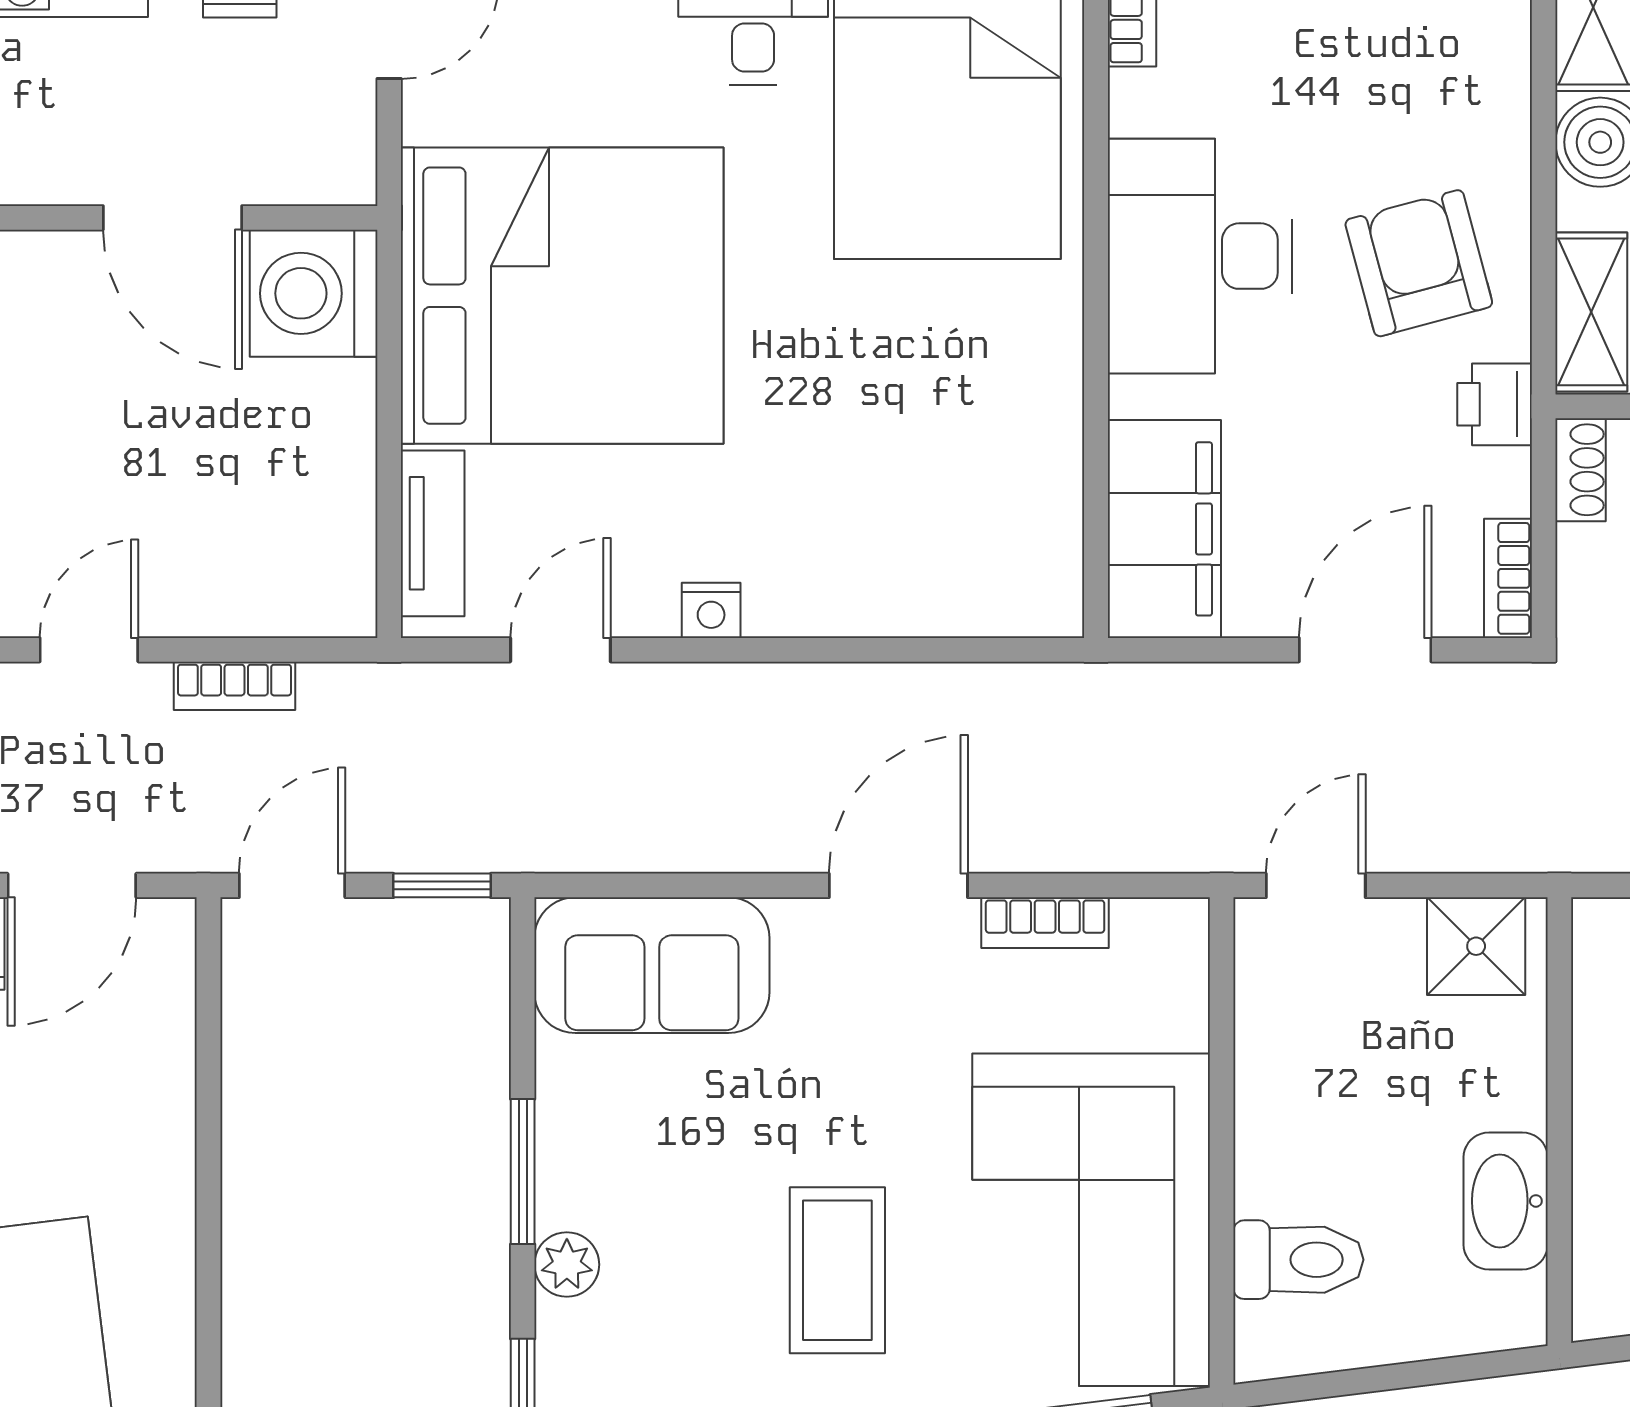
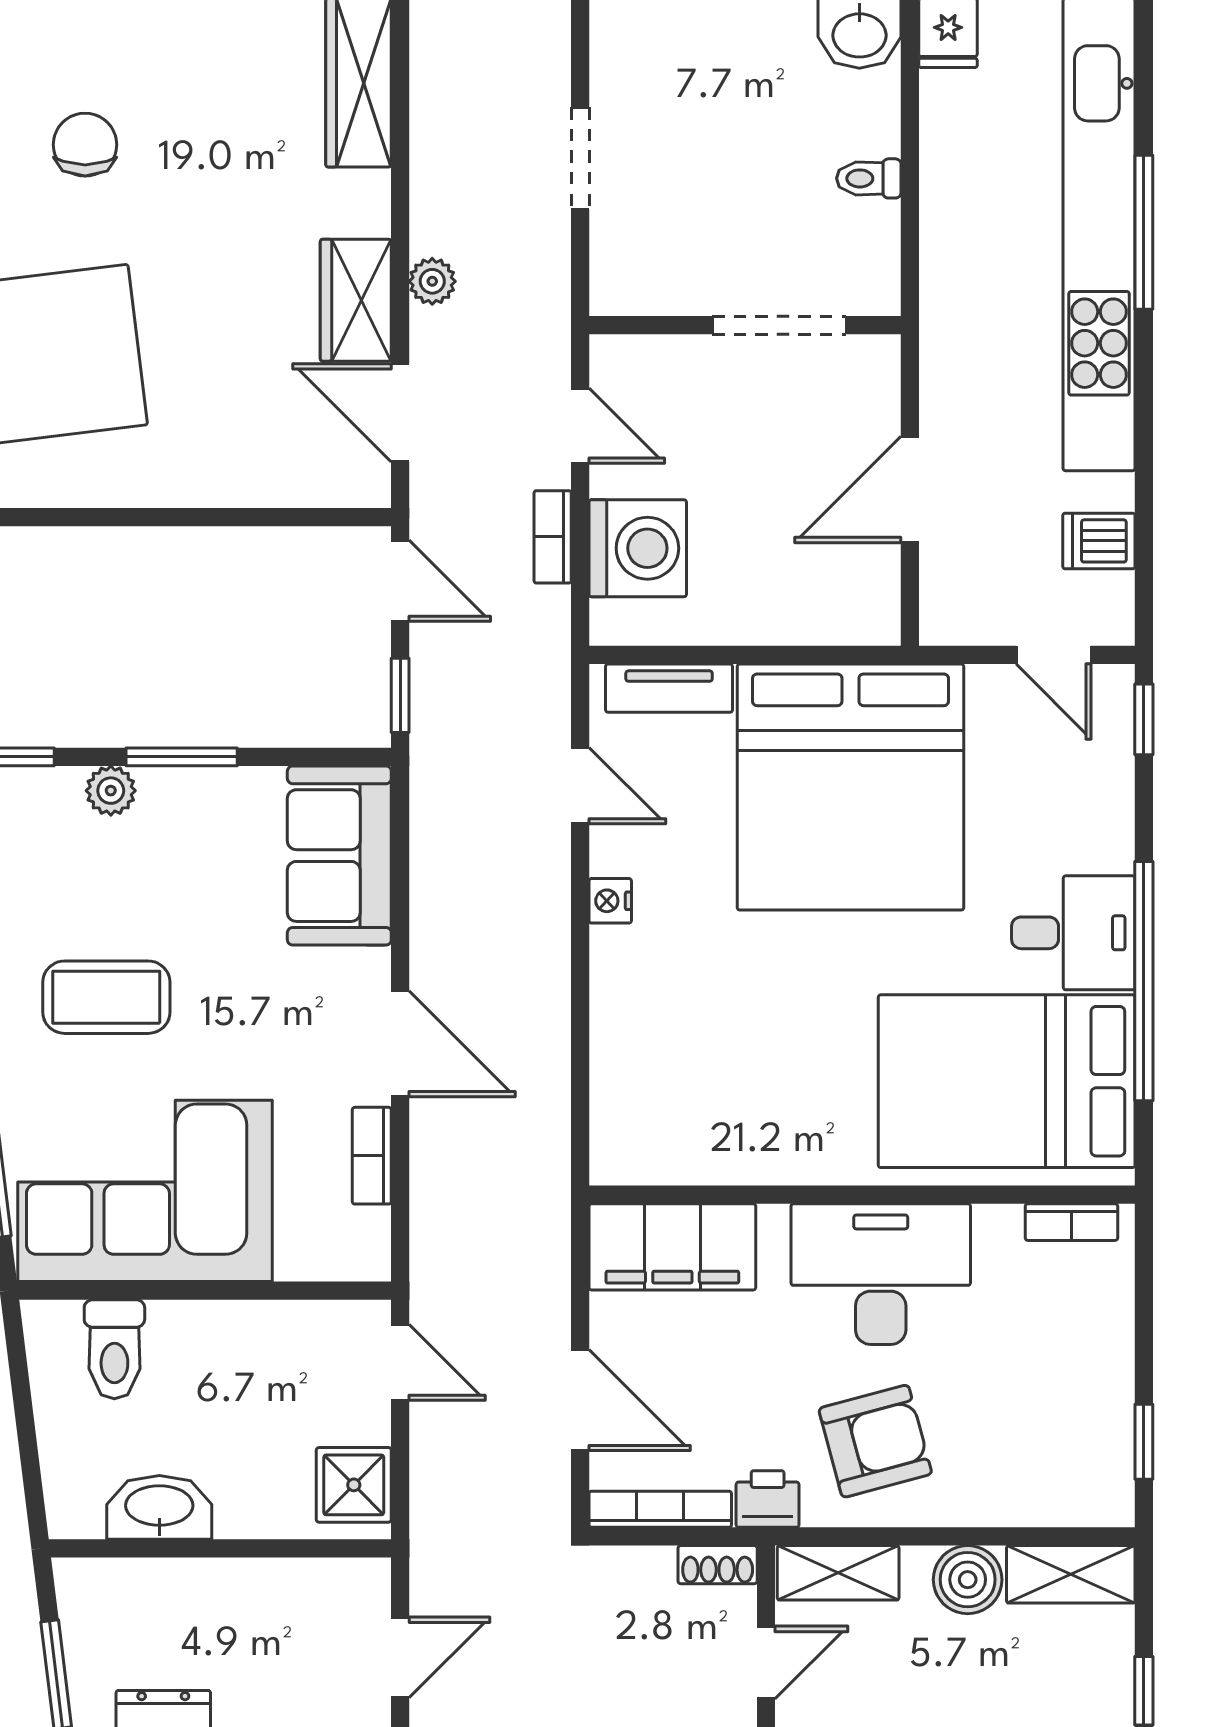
washing machine: (314, 293) -> (638, 548), moved, turned 90
bookcase: (1508, 578) -> (660, 1509), width x1.56

